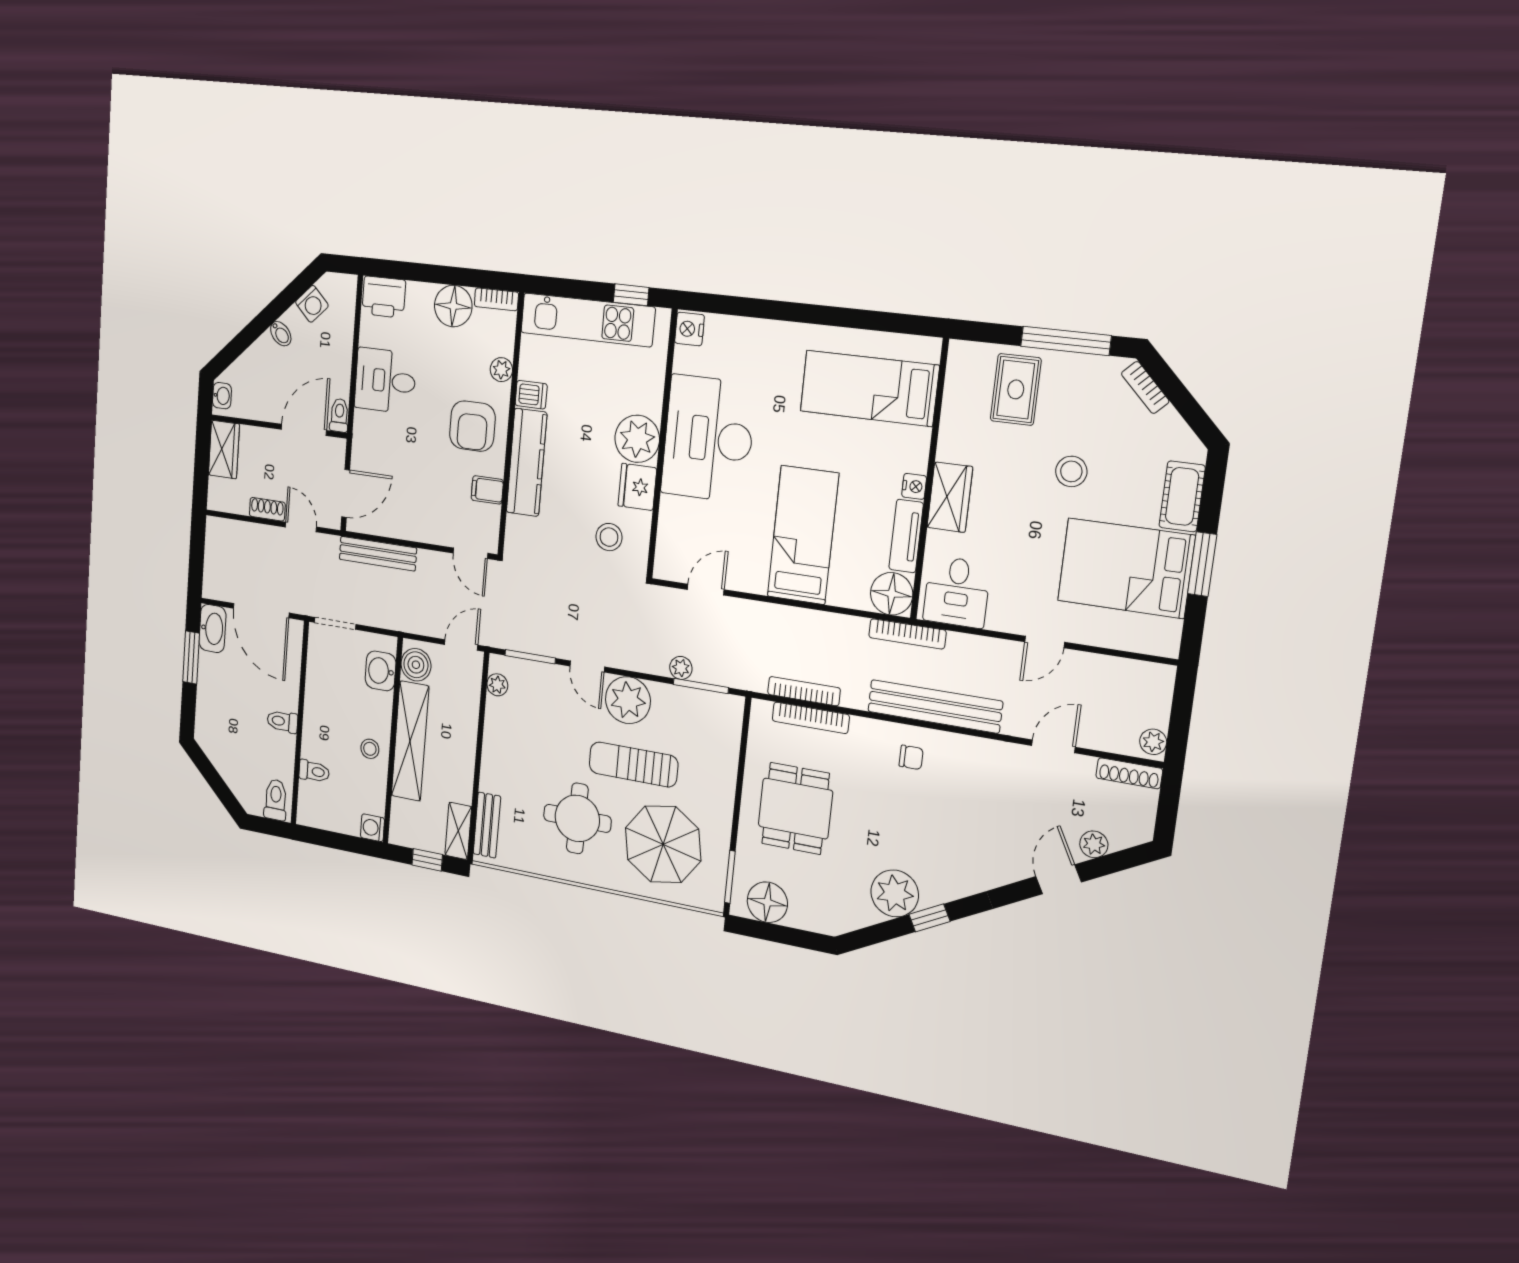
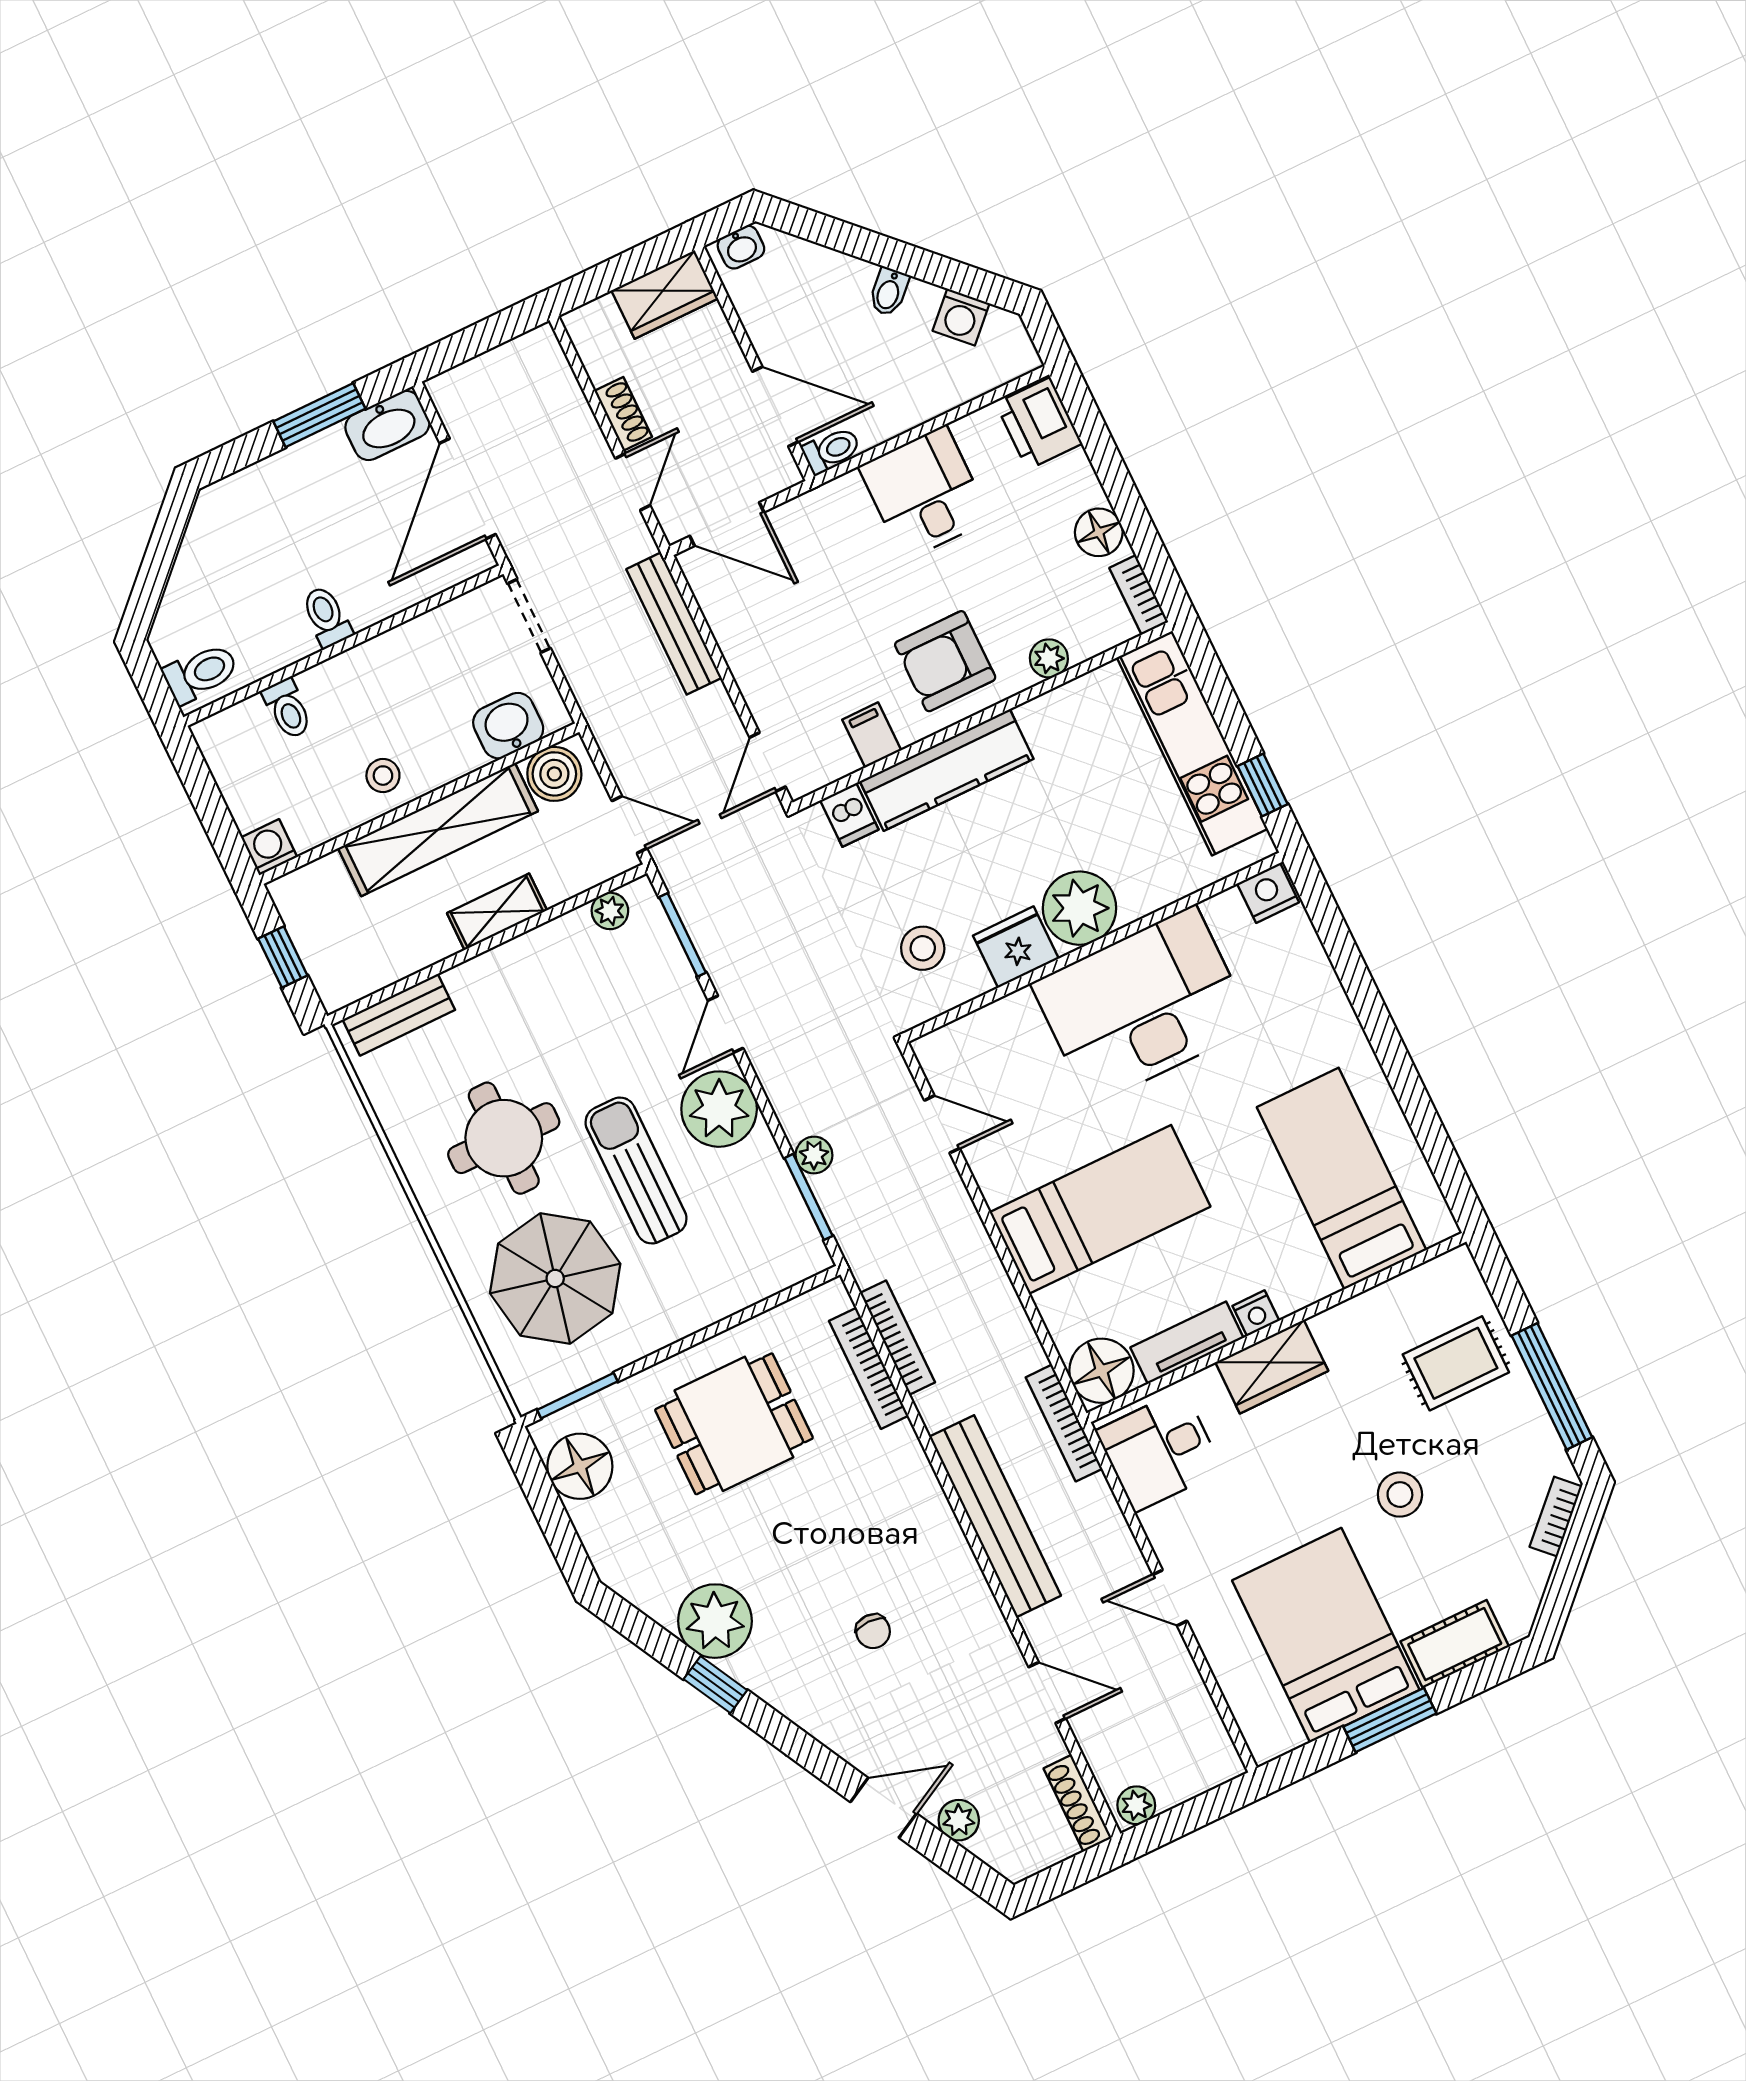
floor lamp: (453, 306) -> (1099, 532), width x0.73, depth x0.73
dishwasher: (531, 395) -> (849, 815), moved
chair: (911, 757) -> (873, 1631), moved
shelving: (458, 831) -> (497, 912), moved

